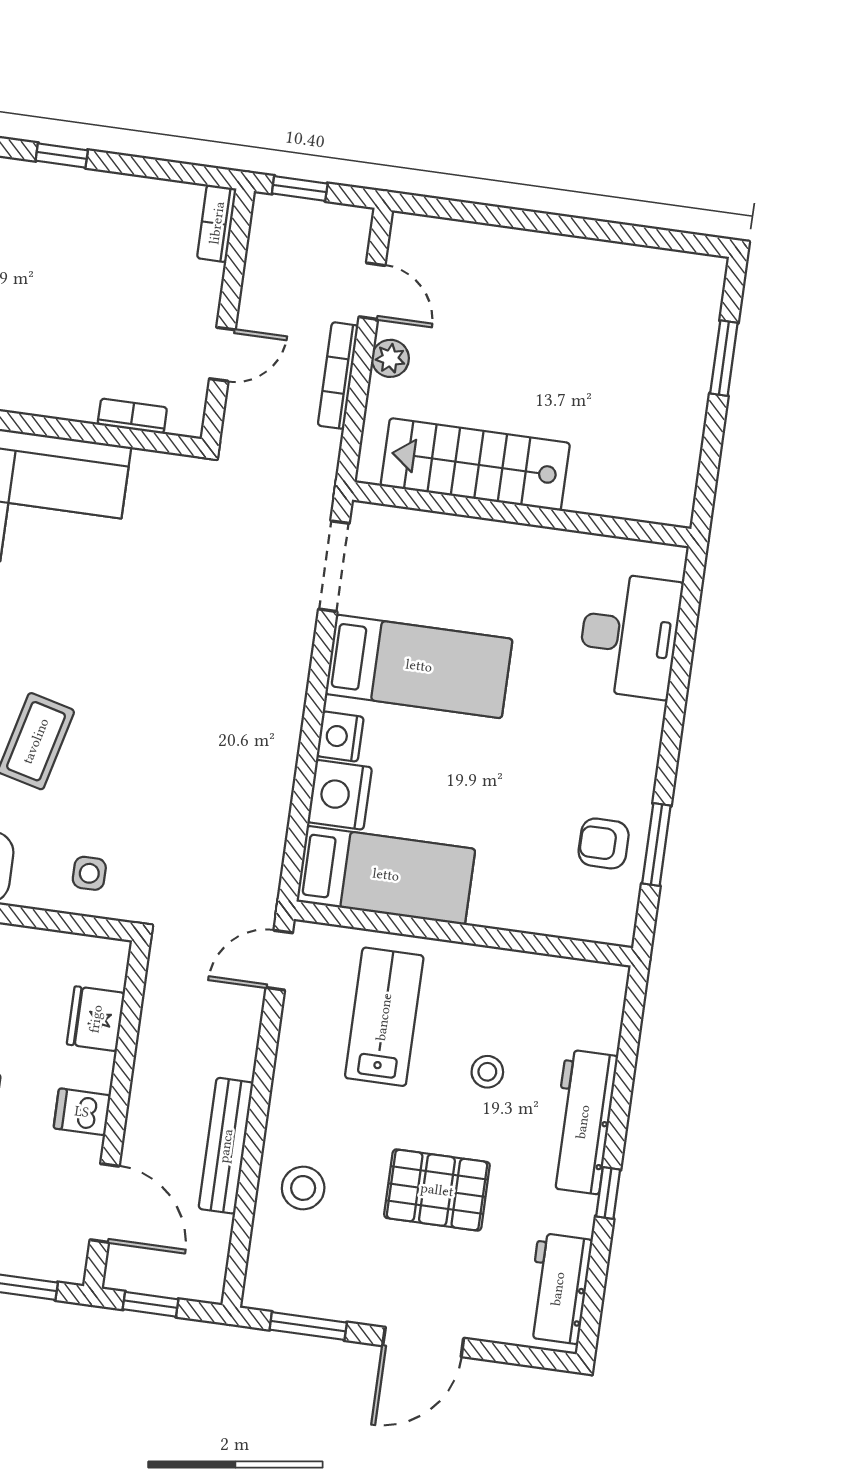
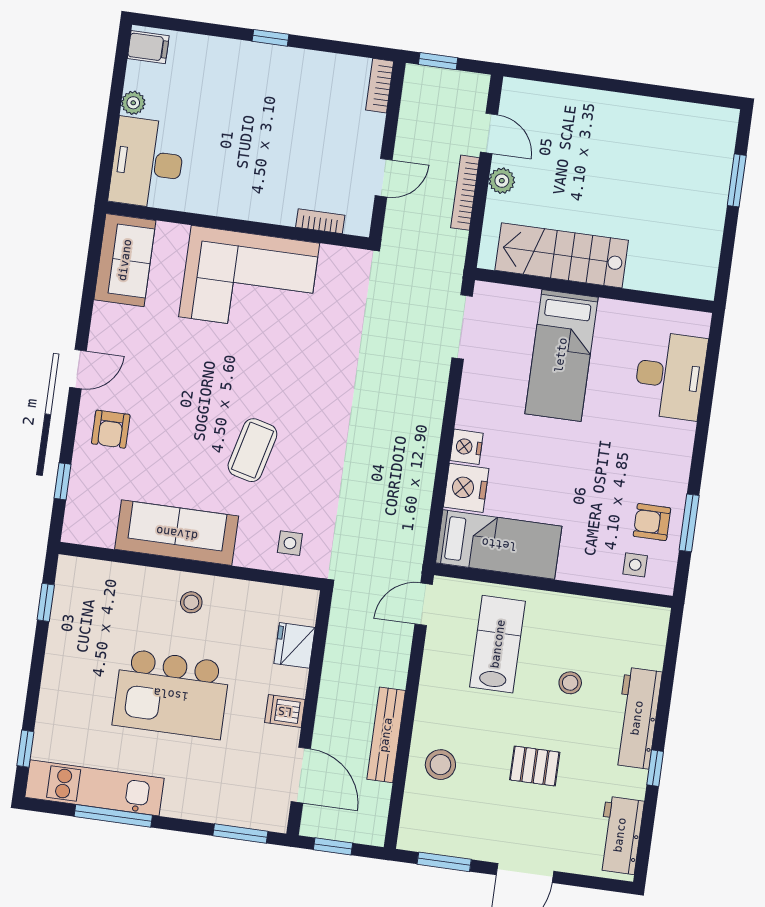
bed: (419, 666) -> (561, 355), moved, turned 90
side table: (580, 904) -> (635, 565), added
pallet: (437, 1190) -> (535, 766), width x0.67, depth x0.71

